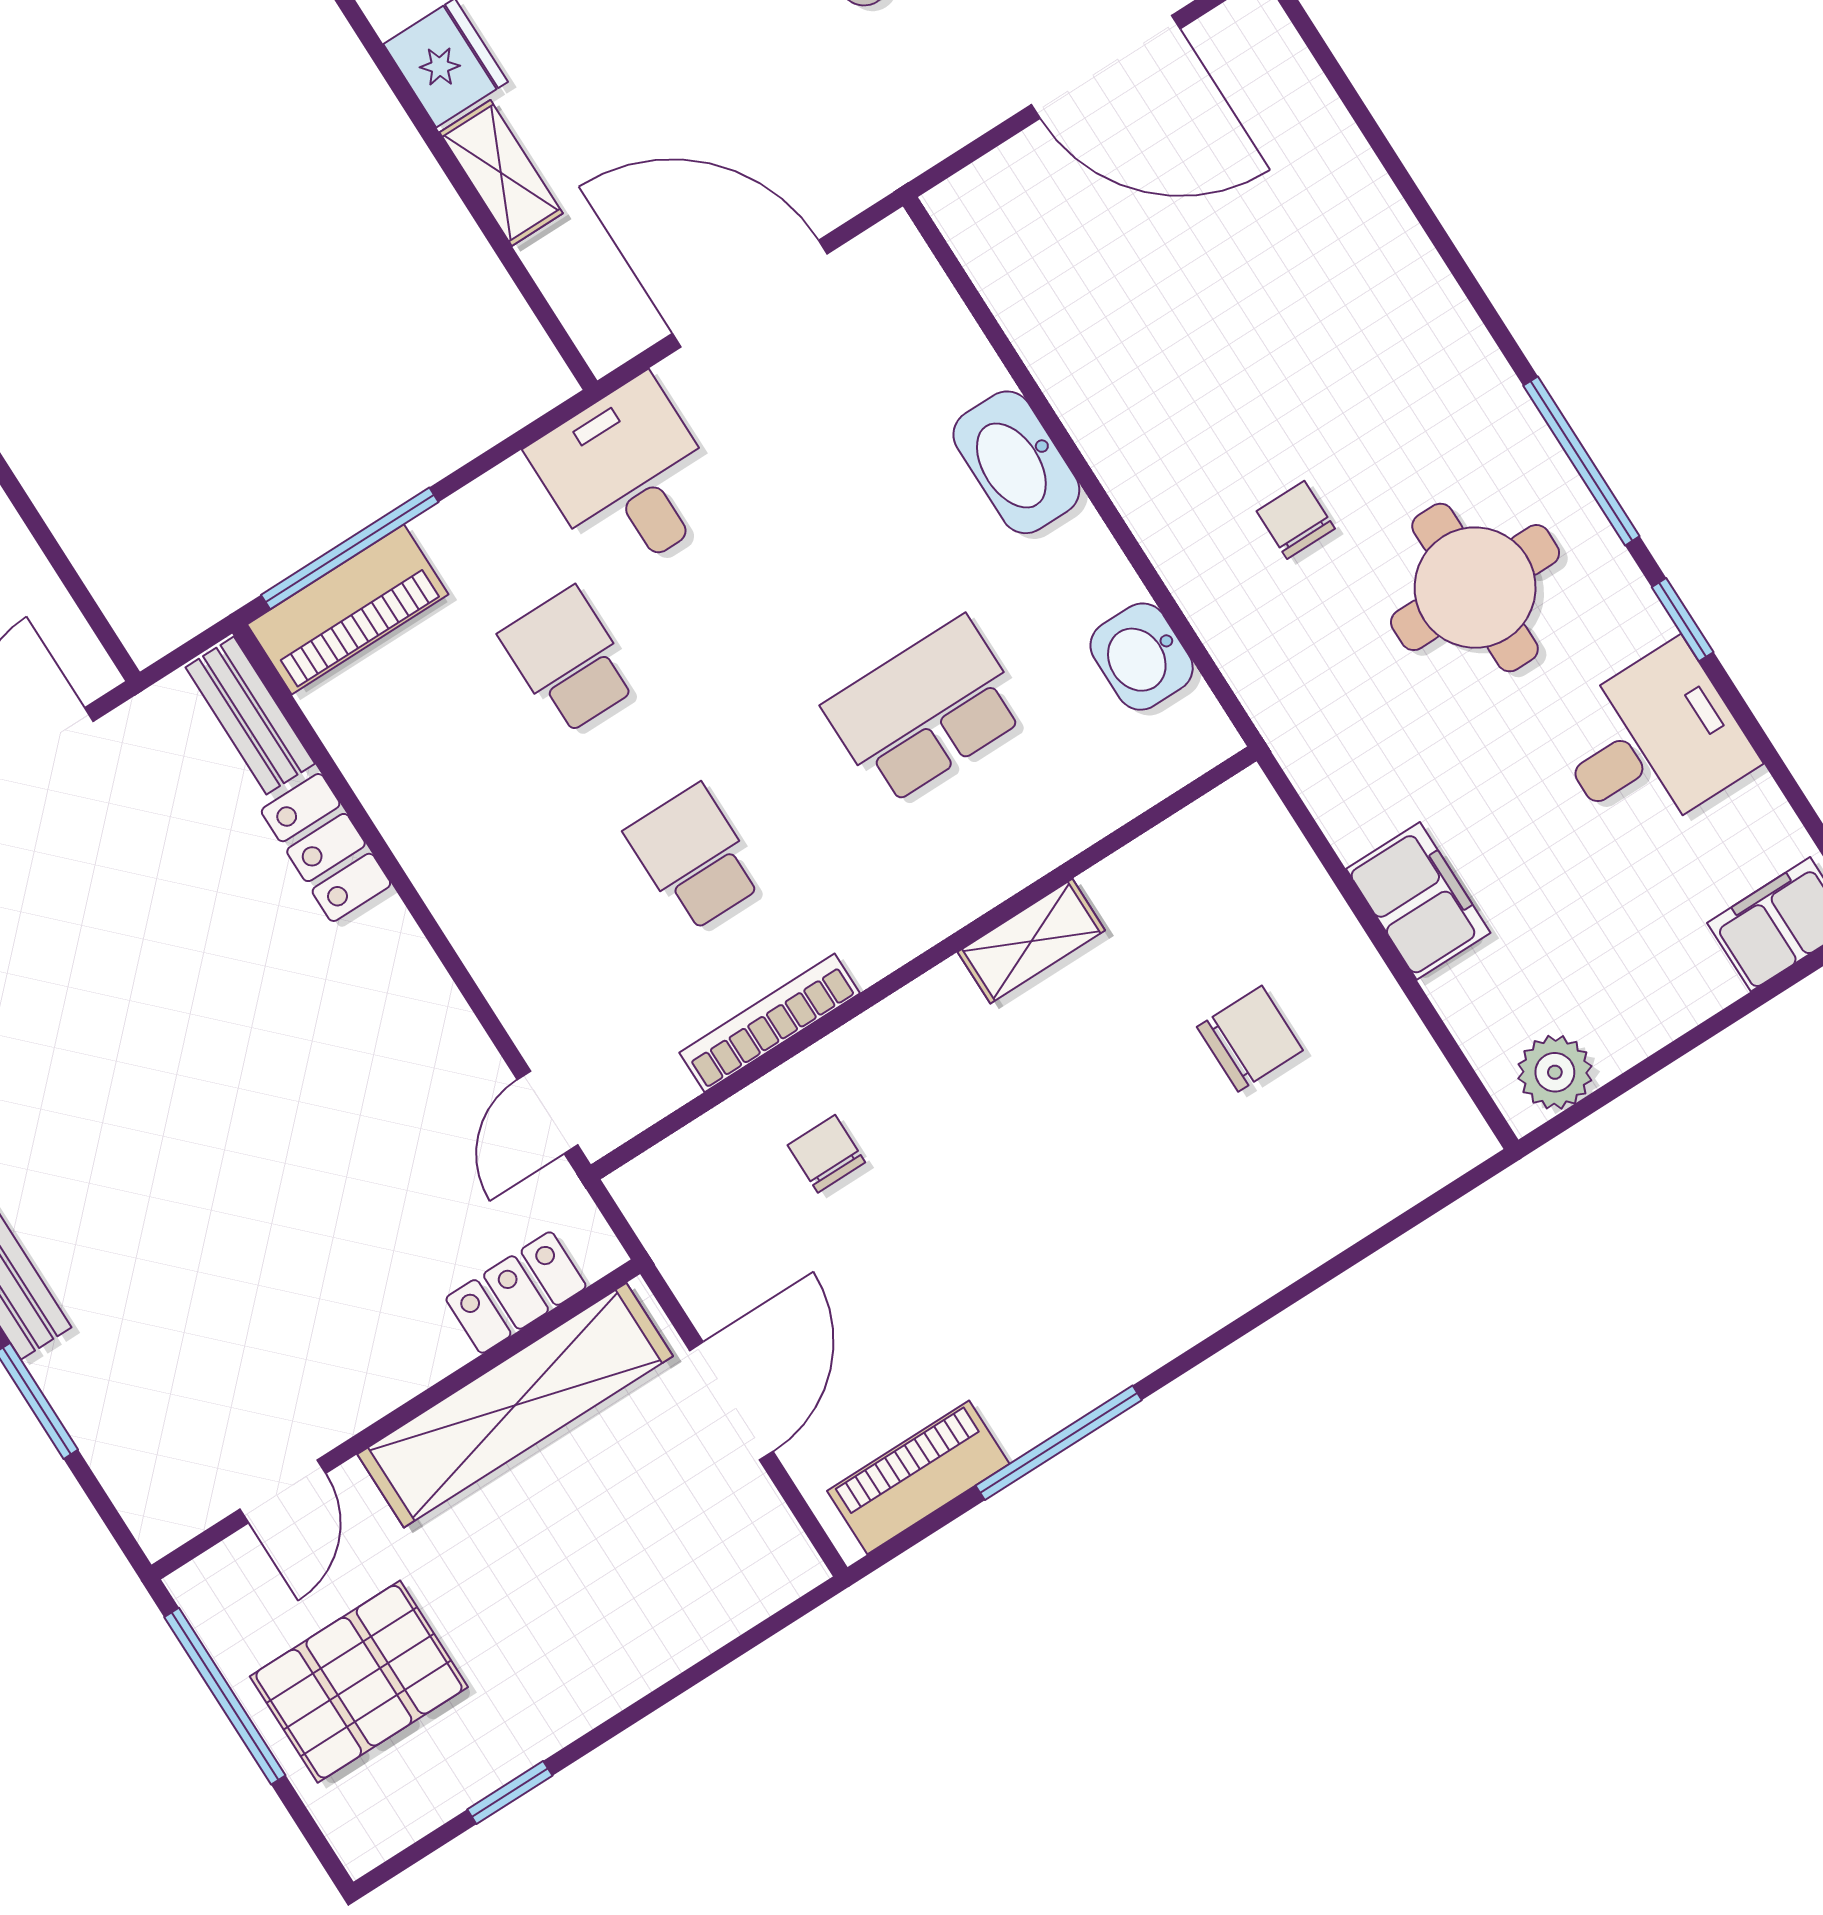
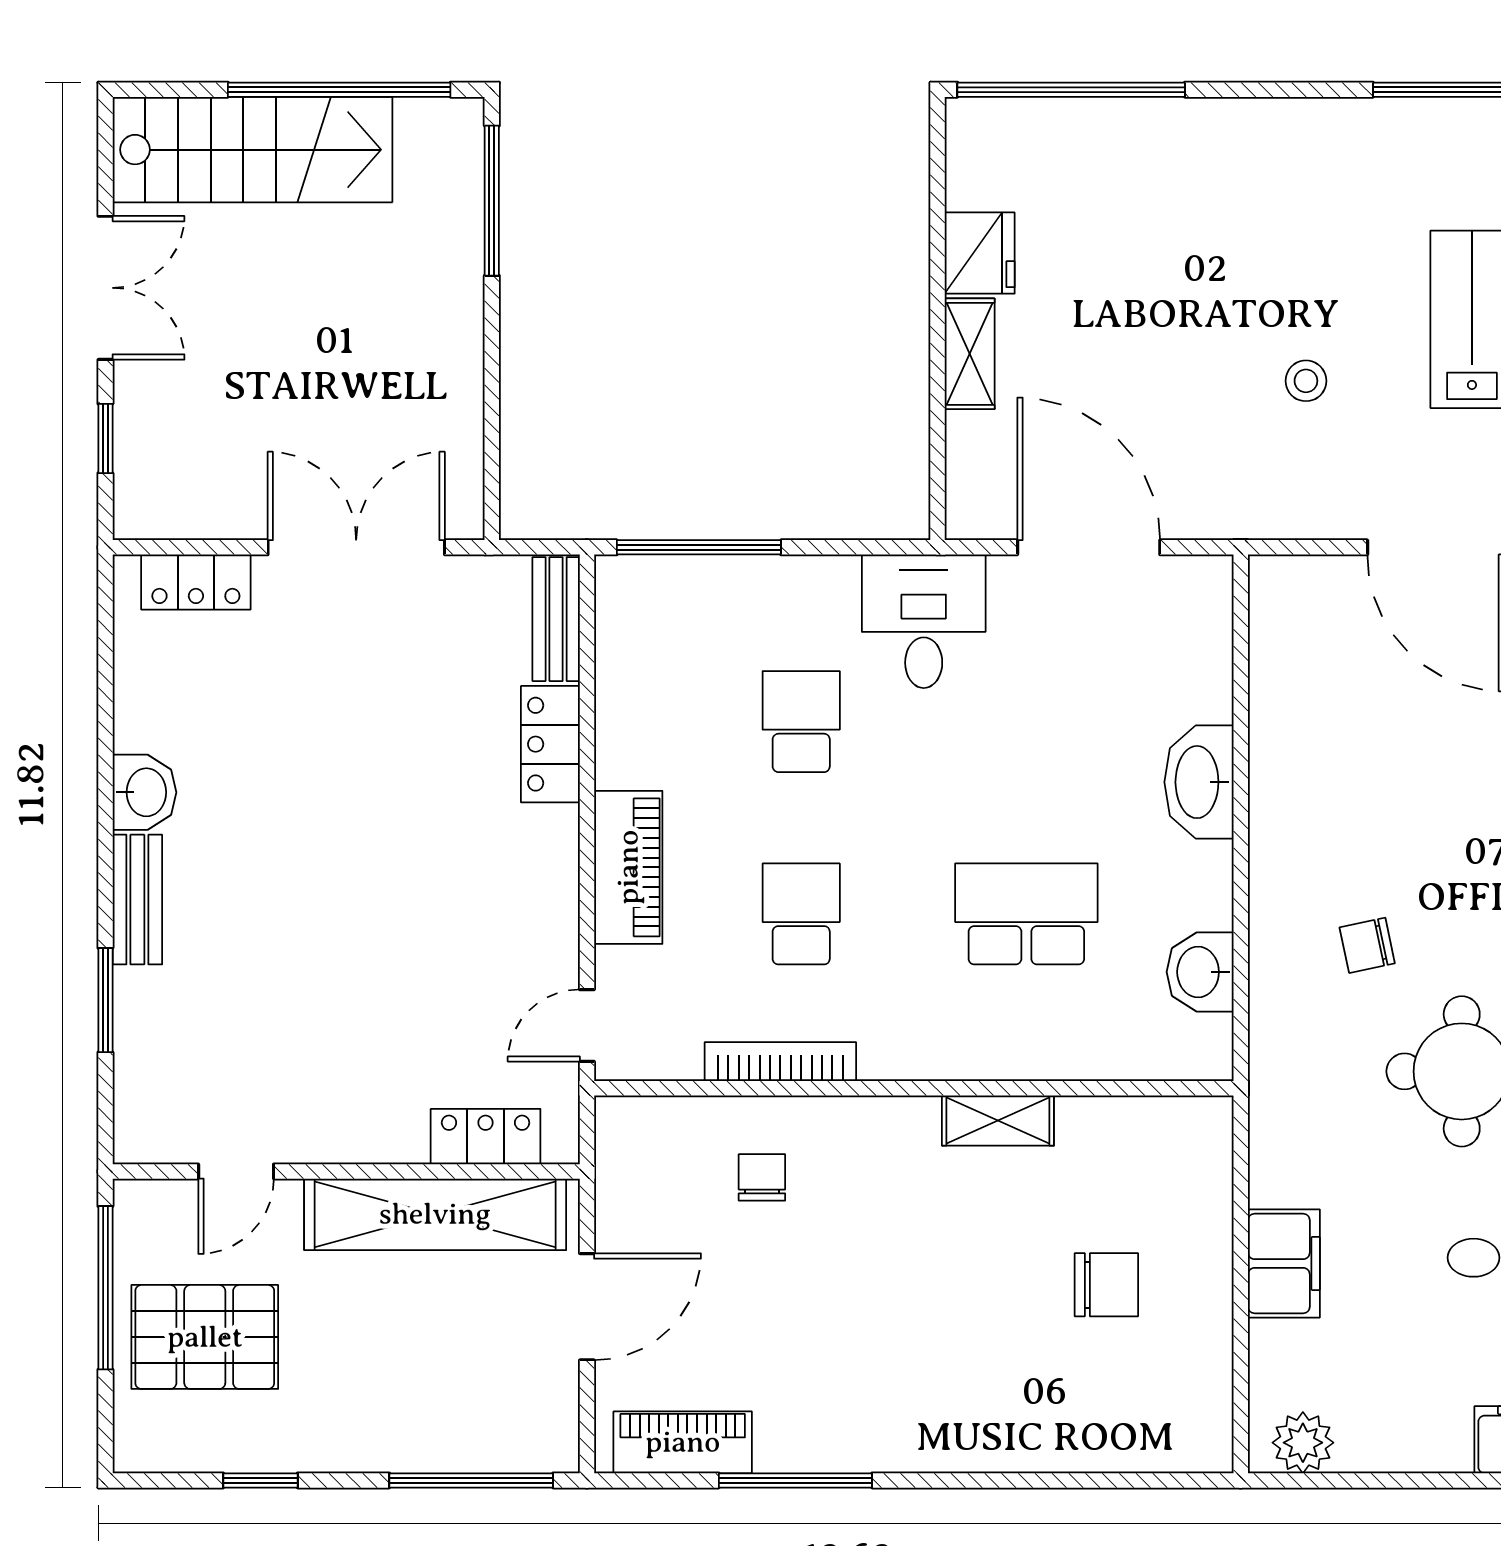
chair: (1296, 520) -> (1367, 945), turned -102
piano: (348, 609) -> (628, 867), moved, turned -90
window: (726, 1655) -> (471, 1480), added

